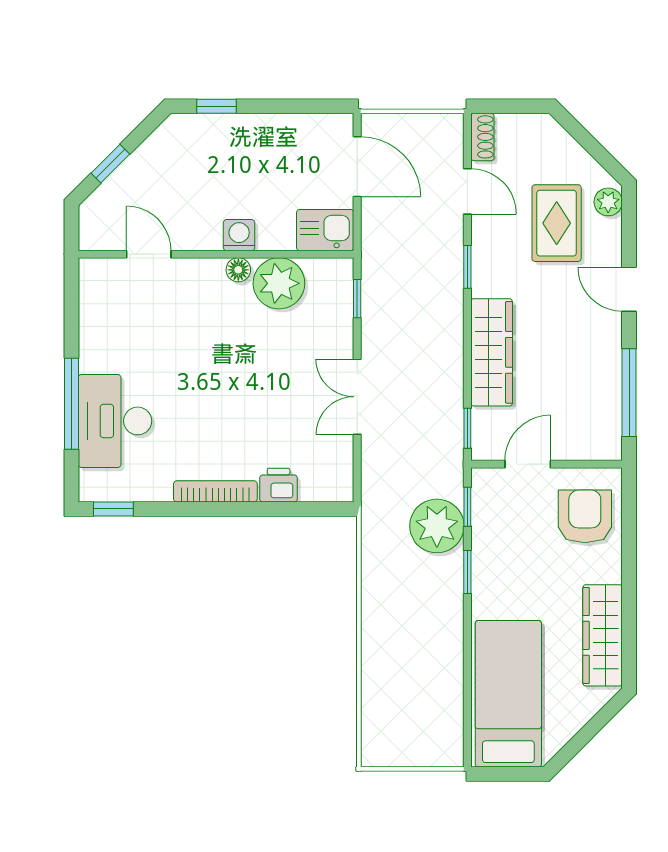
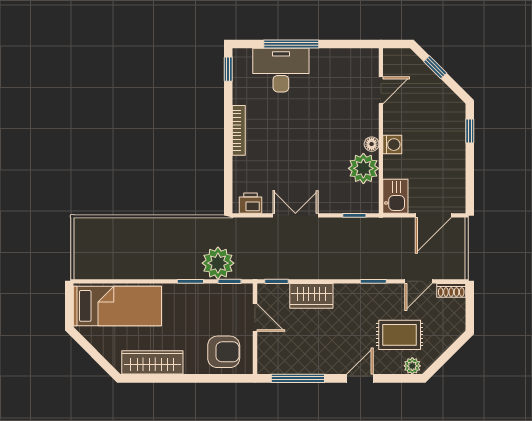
wardrobe: (492, 352) -> (311, 296), width x0.67
printer: (279, 485) -> (250, 203), moved, turned -90

